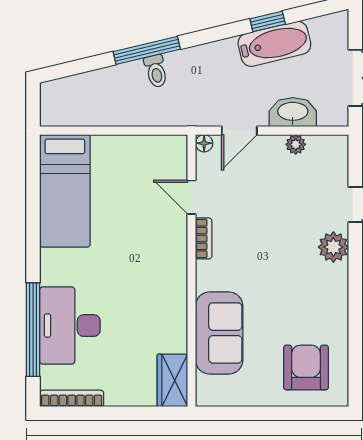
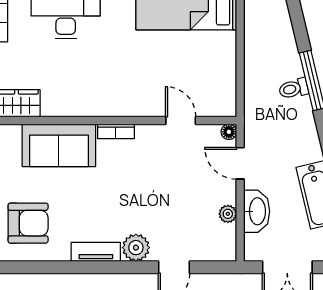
door: (191, 197) -> (181, 121), hinge flipped
bookcase: (204, 238) -> (116, 131), moved
tv unit: (338, 292) -> (96, 252), added

